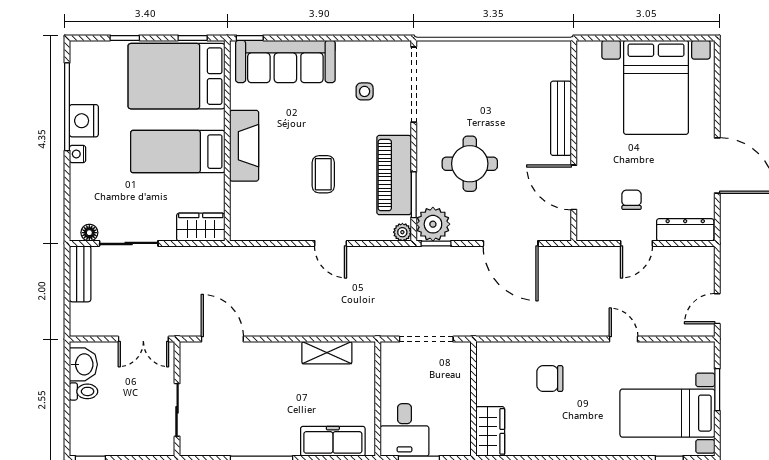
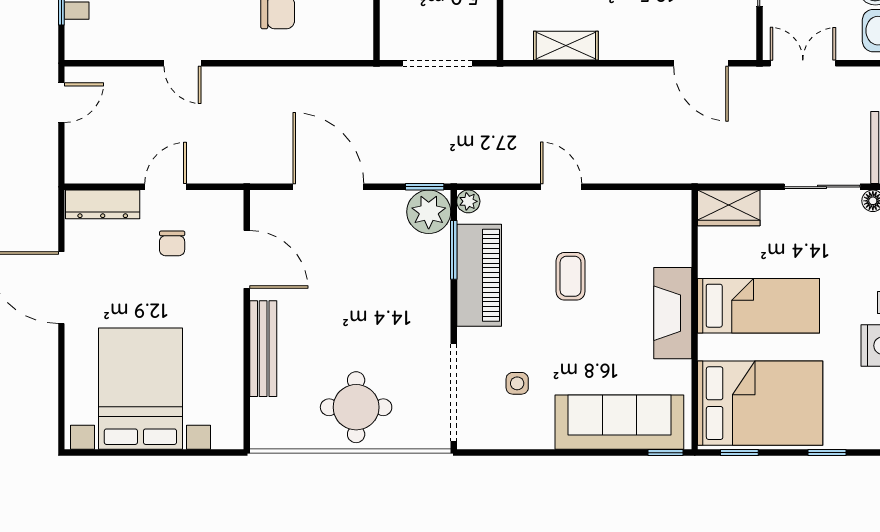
round table: (470, 164) -> (356, 407), moved

